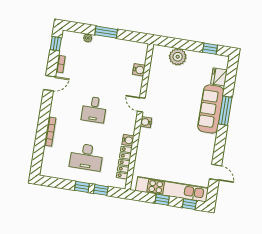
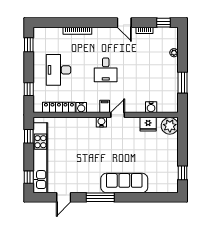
window: (106, 32) -> (183, 83), moved
plant: (178, 57) -> (170, 126), moved
fridge: (219, 77) -> (148, 124), moved, turned 180
desk: (94, 109) -> (106, 70), turned -90
window: (225, 111) -> (100, 197), moved
filing cabinet: (131, 116) -> (105, 106), added
window: (82, 187) -> (29, 45), moved
window: (162, 200) -> (29, 136), moved

